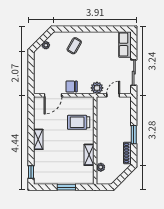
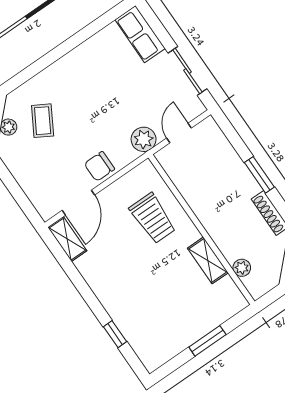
coffee table: (74, 46) -> (43, 121), moved
trolley: (79, 122) -> (153, 218), turned -90
shelving: (38, 139) -> (67, 239), moved
window: (31, 172) -> (115, 334), moved

